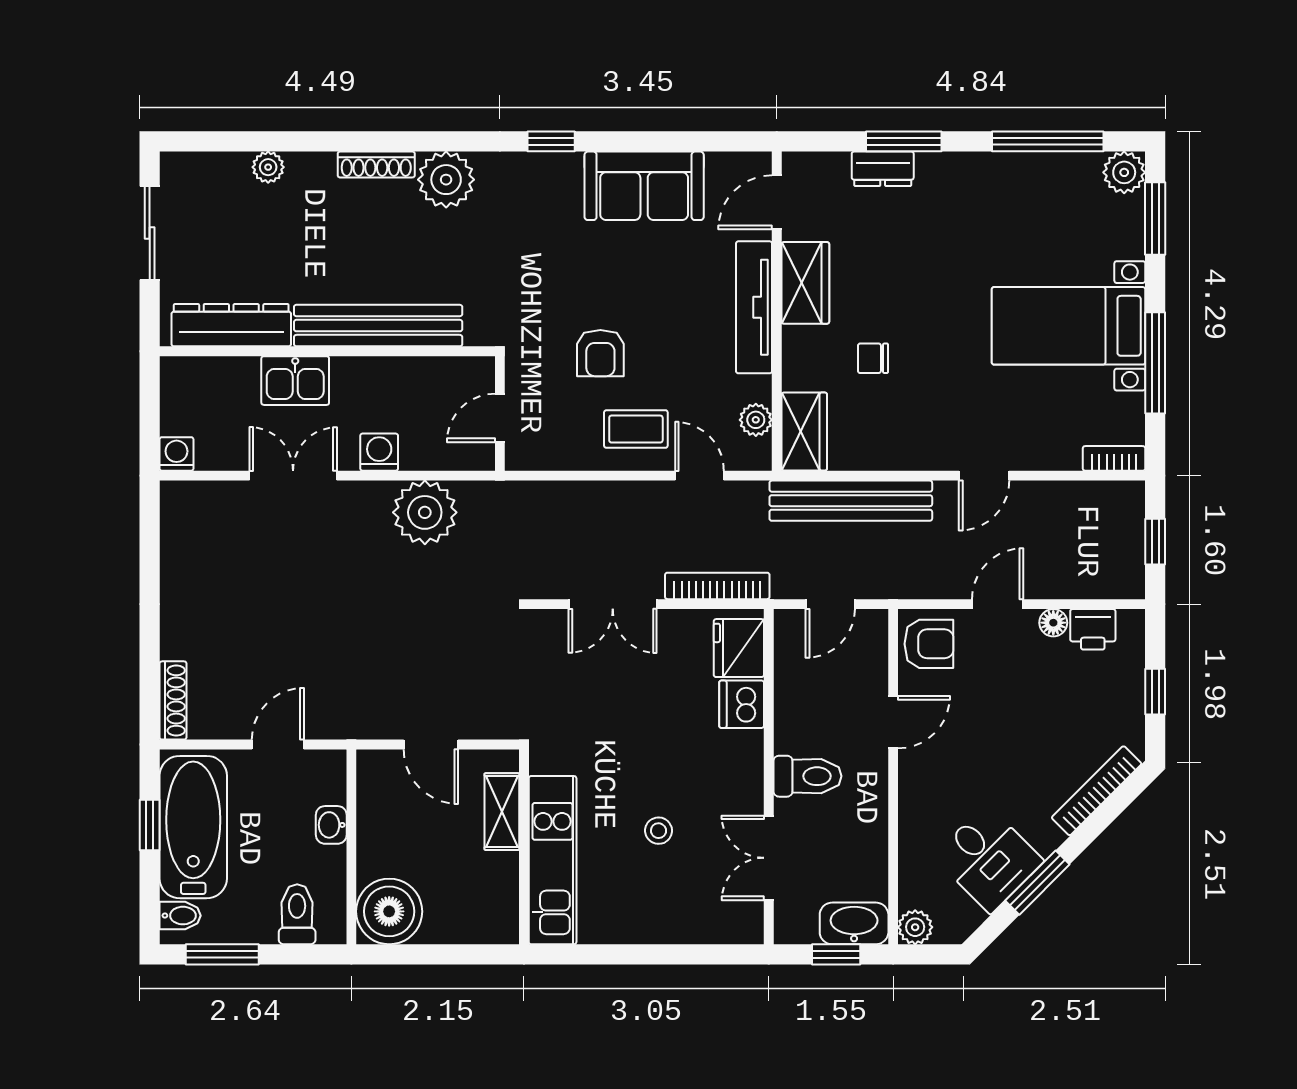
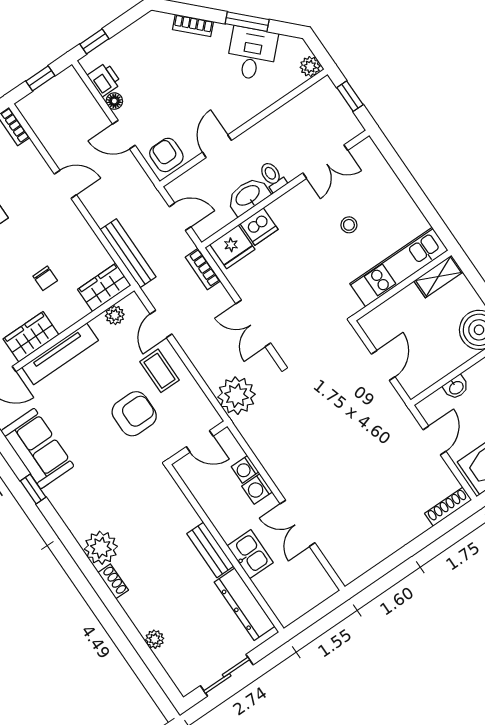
window: (551, 141) -> (33, 489), moved
shoe rack: (376, 165) -> (113, 581), width x0.70
bench: (378, 326) -> (210, 550), width x0.54, depth x0.82
armchair: (600, 353) -> (134, 414), width x1.38, depth x1.38
washing machine: (176, 454) -> (245, 469), moved
bench: (851, 501) -> (128, 253), width x0.73, depth x0.82
plant: (425, 512) -> (237, 396), moved
bookcase: (717, 586) -> (203, 269), width x0.64
double door: (613, 604) -> (253, 323), swing flipped
window: (1155, 692) -> (94, 41), moved
door: (893, 722) -> (217, 146), hinge flipped
door: (278, 745) -> (435, 441), swing flipped
toilet: (807, 776) -> (273, 177), width x0.73, depth x0.72
bookcase: (1097, 791) -> (193, 25), width x0.64
shelving: (502, 812) -> (438, 276), moved
washbasin: (854, 923) -> (248, 196), moved, turned 90

